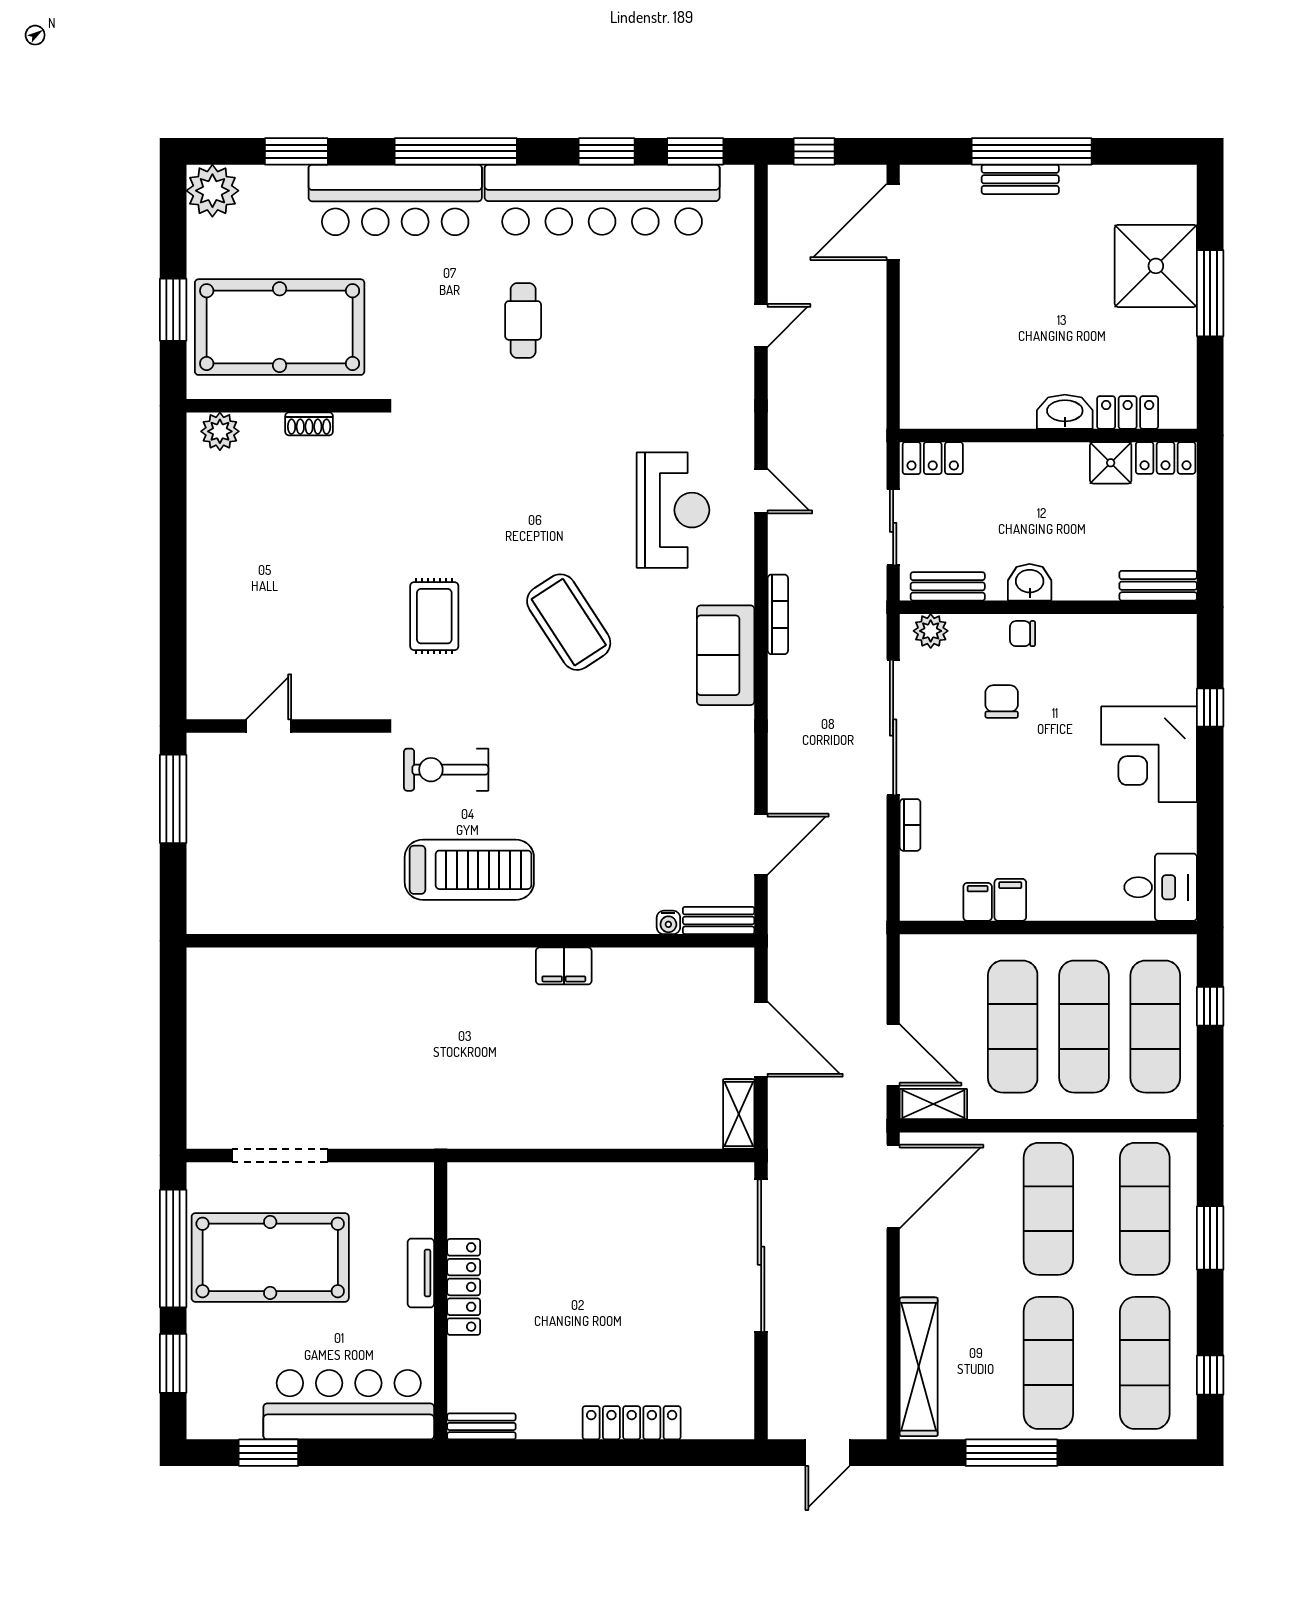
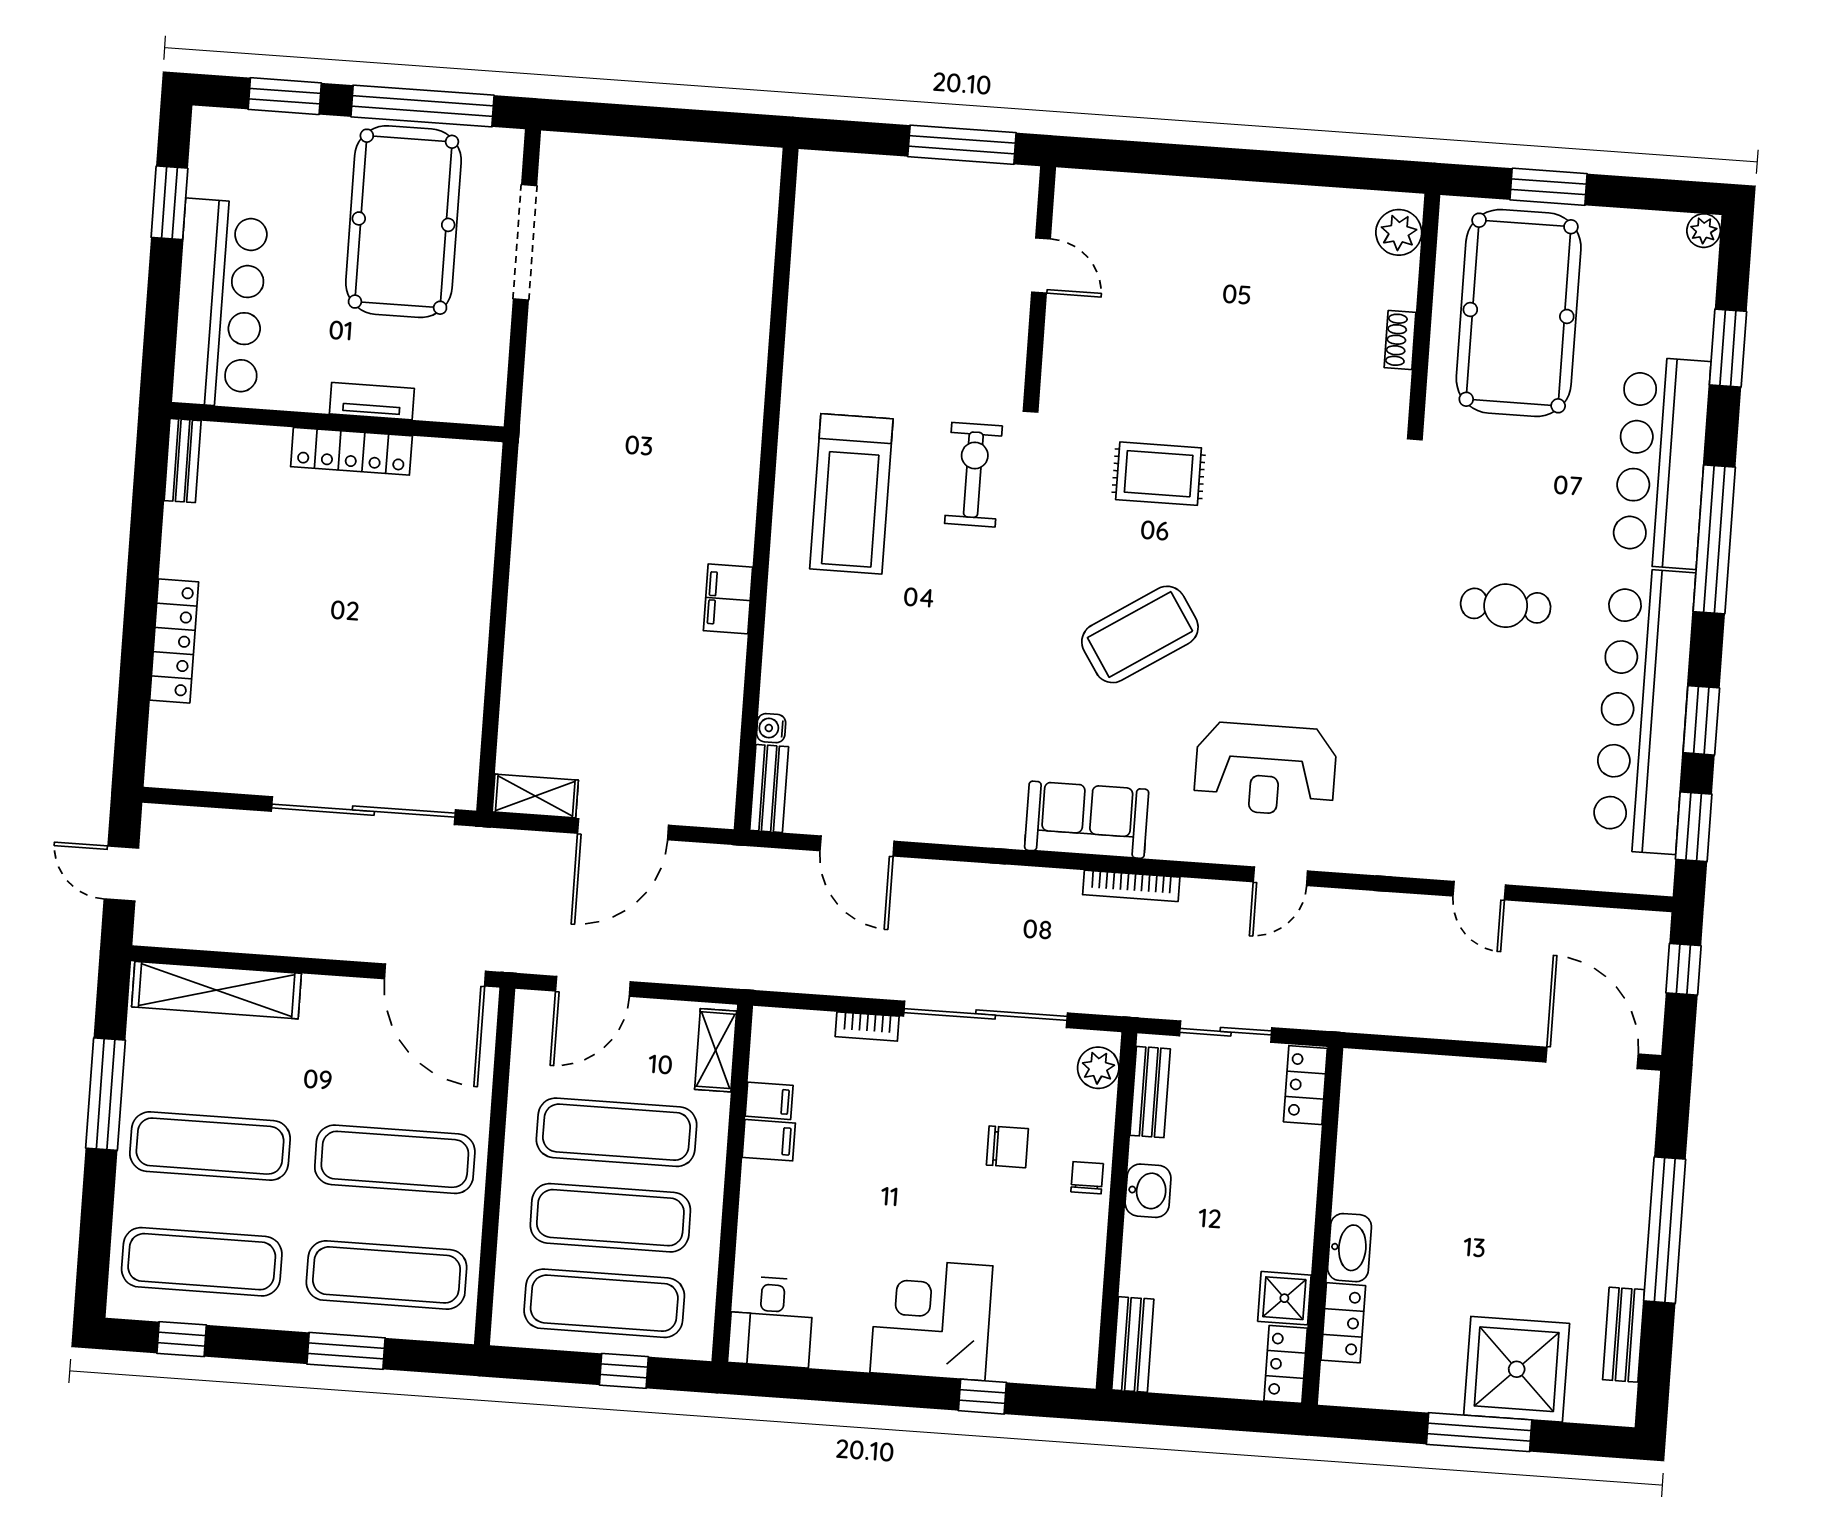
bench: (1020, 179) -> (1624, 1335), moved
plant: (212, 191) -> (1704, 231), width x0.53, depth x0.53
shelving: (933, 1104) -> (716, 1050), moved

